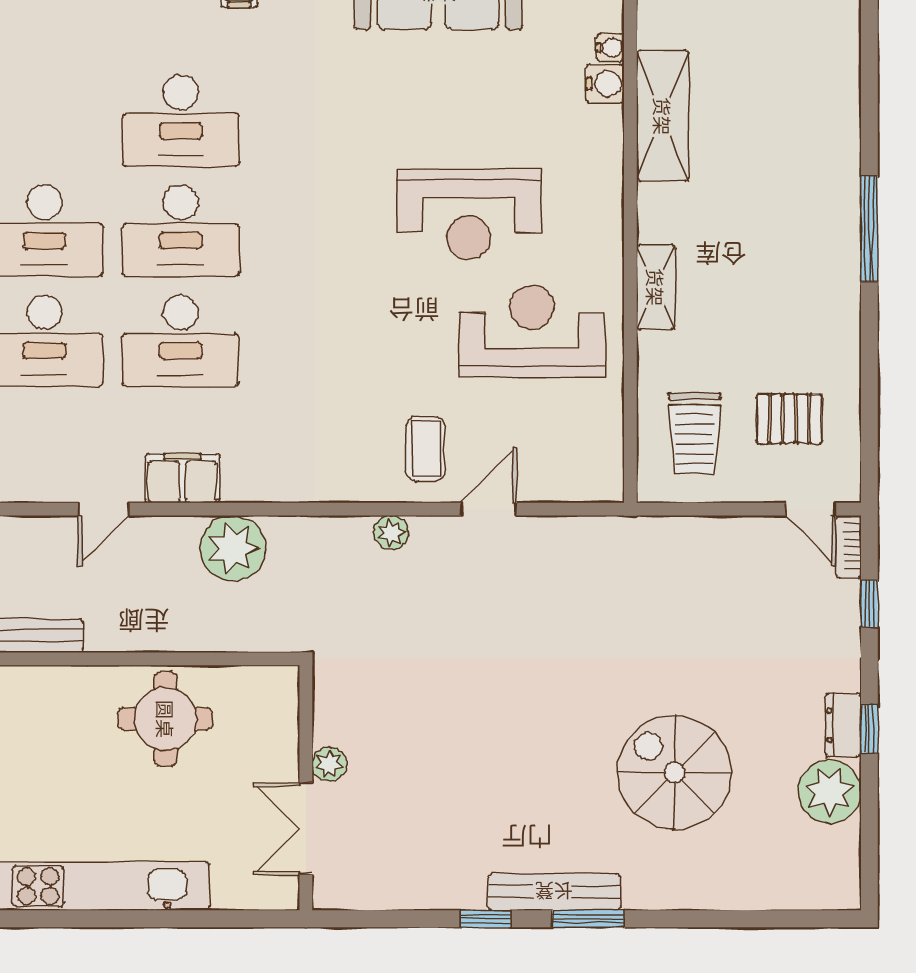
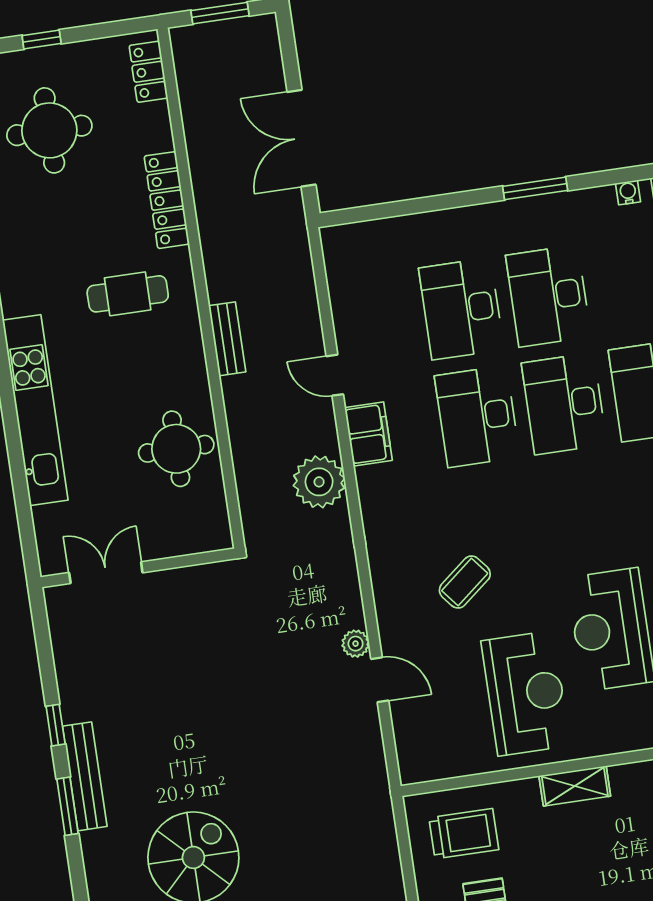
trolley: (695, 433) -> (464, 834), turned 180
coffee table: (426, 449) -> (465, 582), moved, turned -39
plant: (391, 533) -> (356, 644), moved
plant: (329, 764) -> (160, 584), removed

